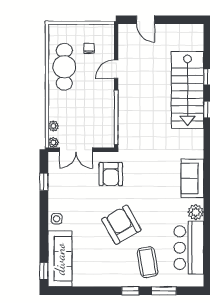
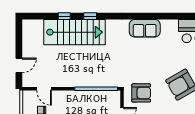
door: (116, 69) -> (44, 89), moved
plant: (196, 212) -> (171, 26), removed

